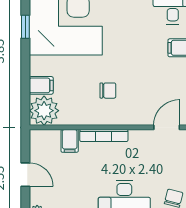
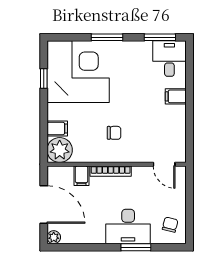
door: (167, 127) -> (164, 164), swing flipped
door: (25, 175) -> (44, 205), width x1.88

